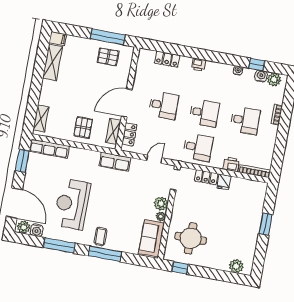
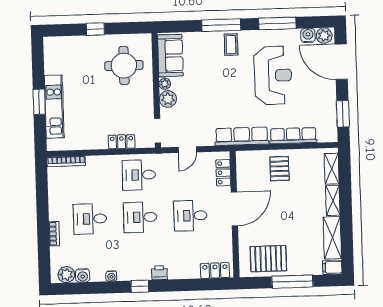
window: (108, 37) -> (292, 282), moved
pallet: (108, 57) -> (268, 259), width x1.50, depth x1.42
locker: (167, 59) -> (215, 270), moved
window: (257, 64) -> (140, 286), moved
shelving: (113, 131) -> (333, 200), moved
row of seats: (49, 149) -> (293, 136), moved
row of seats: (115, 162) -> (242, 136), width x1.48
printer: (231, 164) -> (95, 163), removed
fridge: (224, 182) -> (99, 141), removed
kitchen unit: (254, 217) -> (54, 107), added
plant: (236, 266) -> (63, 44), removed
window: (180, 268) -> (95, 29), moved

